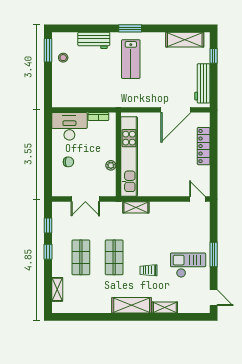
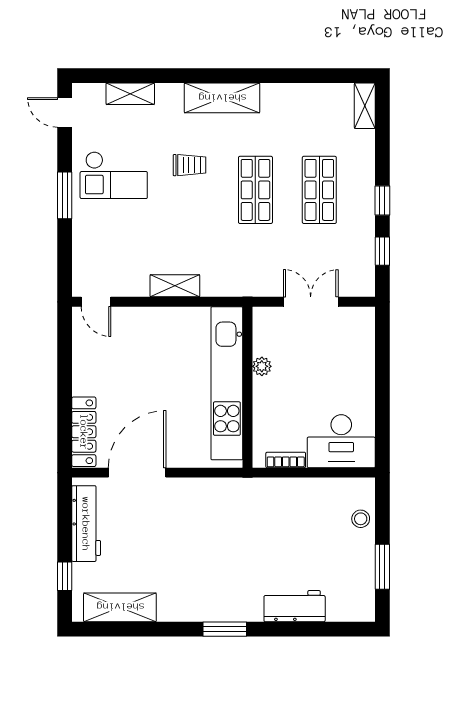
window: (48, 50) -> (382, 567), moved
stool: (63, 58) -> (361, 519), moved
lab bench: (131, 59) -> (223, 570), removed
locker: (204, 146) -> (84, 432), moved
chair: (68, 162) -> (343, 373), removed
shelving: (136, 207) -> (175, 286), moved
shelving: (57, 289) -> (365, 106), moved
shelving: (165, 308) -> (130, 94), moved

